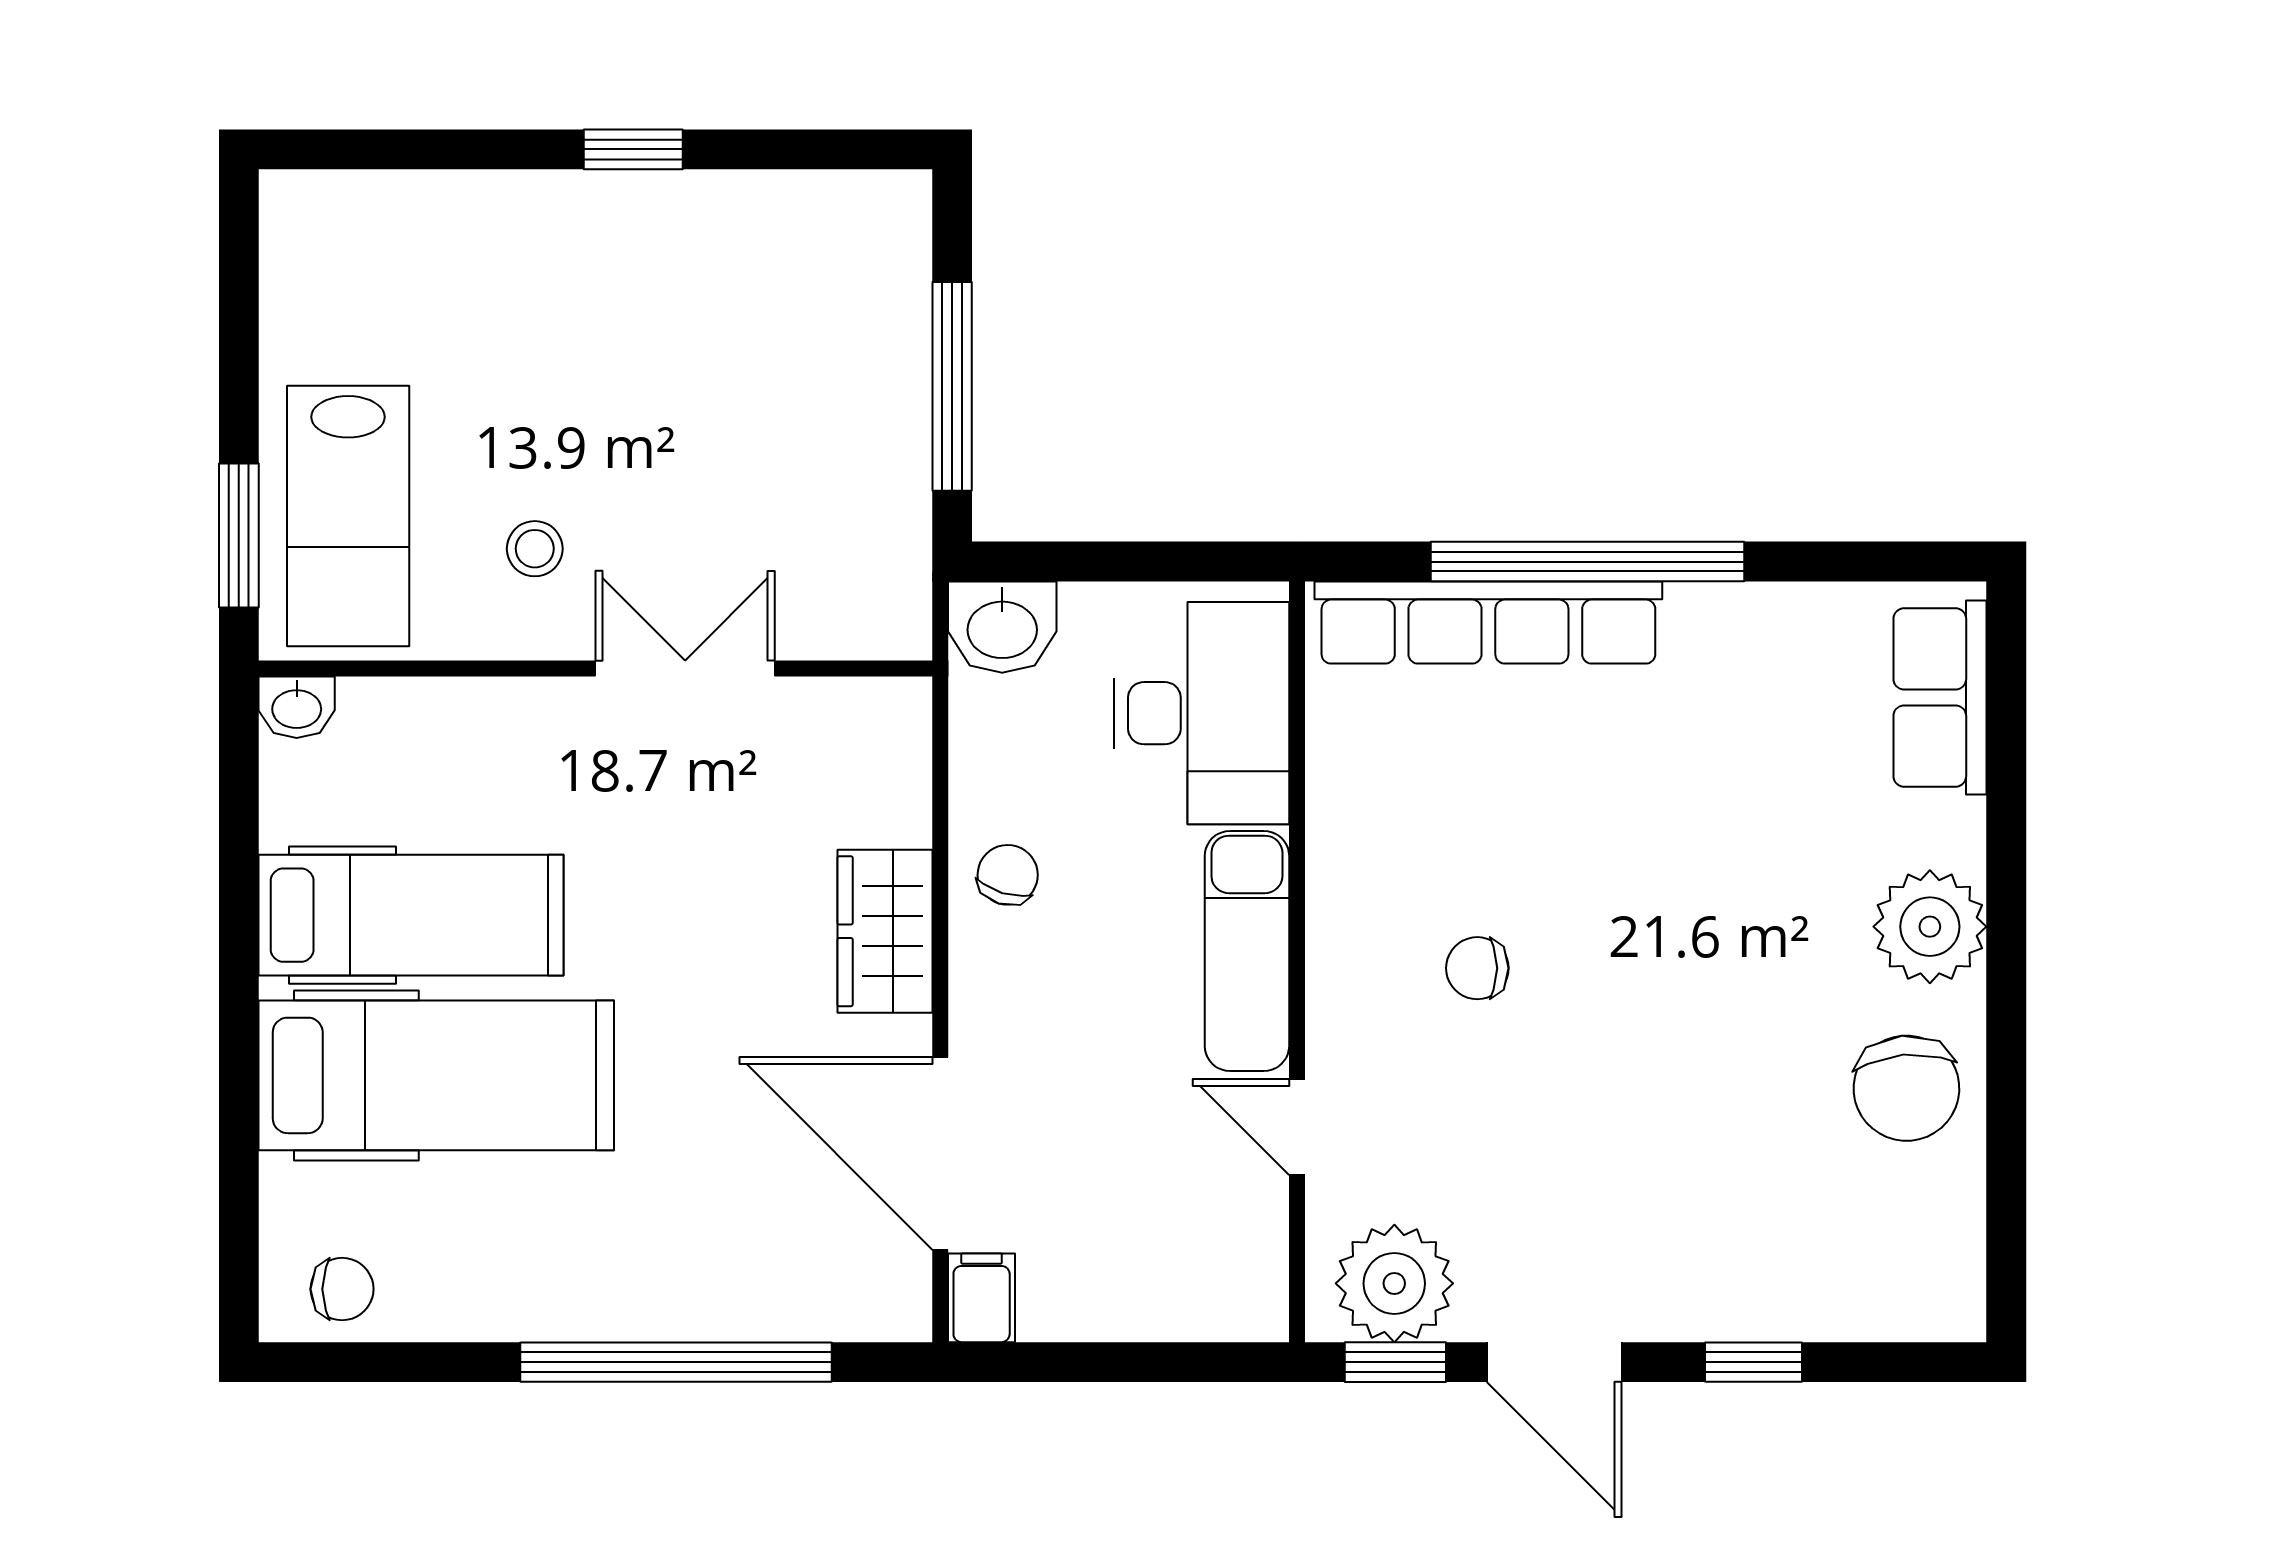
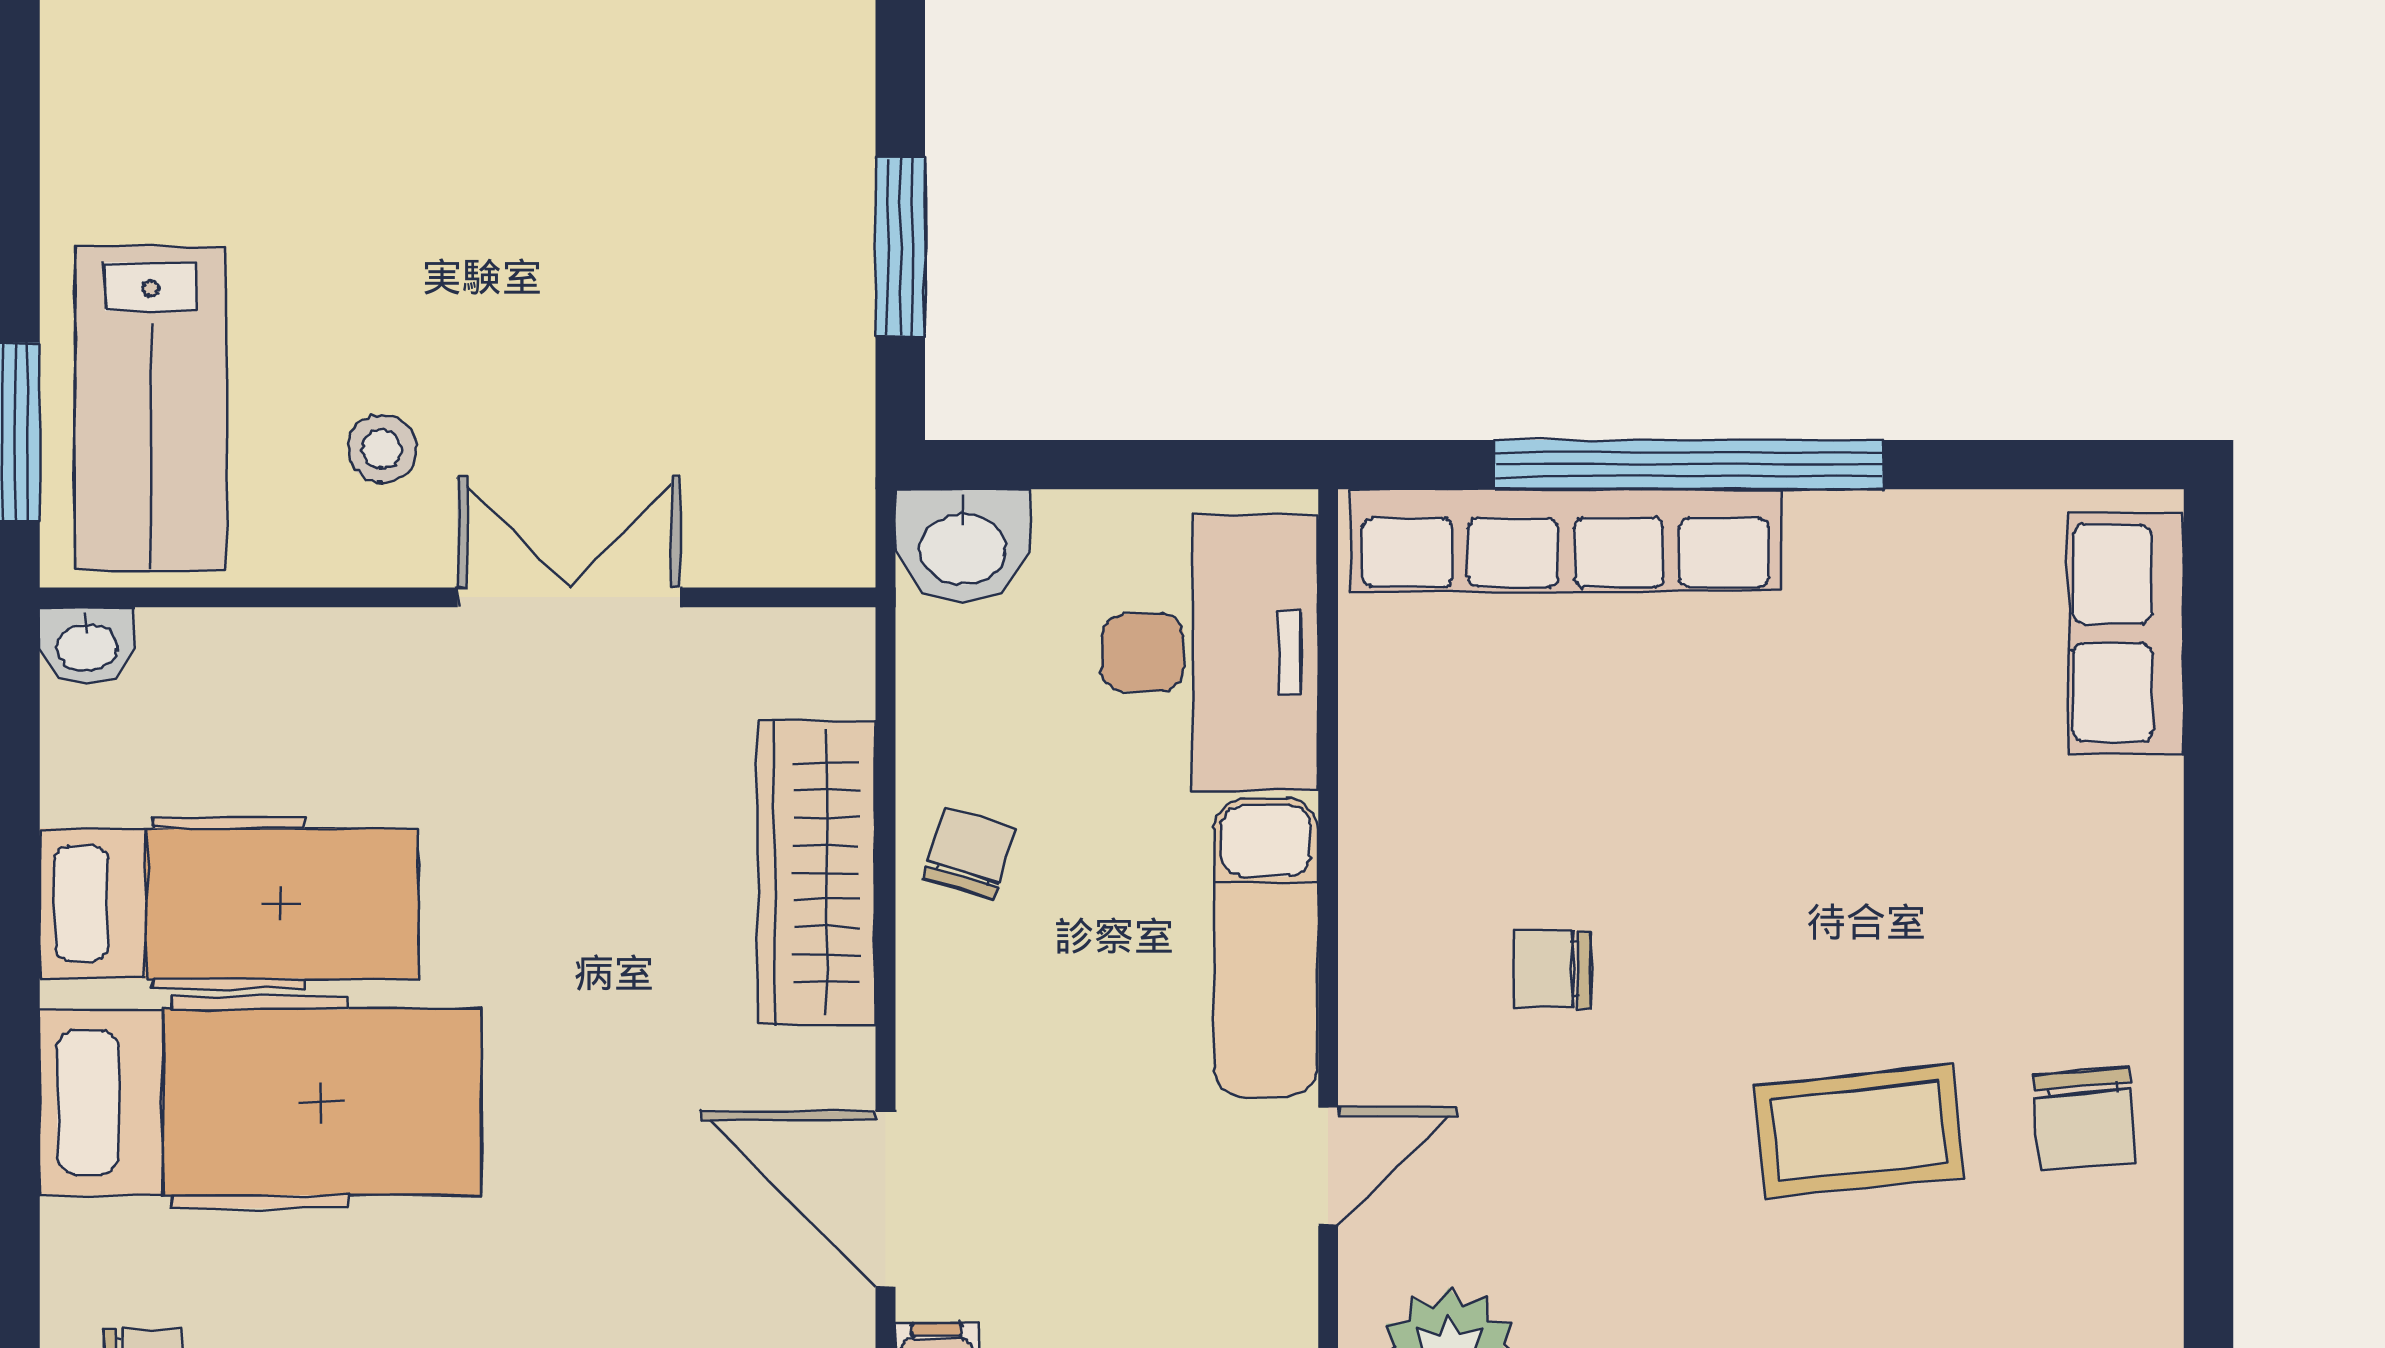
window: (952, 386) -> (900, 247), width x0.69
plant: (1930, 927) -> (2114, 918), removed
wardrobe: (885, 931) -> (817, 873), width x1.50
chair: (1906, 1088) -> (2085, 1118), width x0.73, depth x0.73
coffee table: (1724, 1099) -> (1859, 1131), added
door: (1297, 1127) -> (1328, 1166), swing flipped
door: (940, 1153) -> (886, 1199), width x0.73

